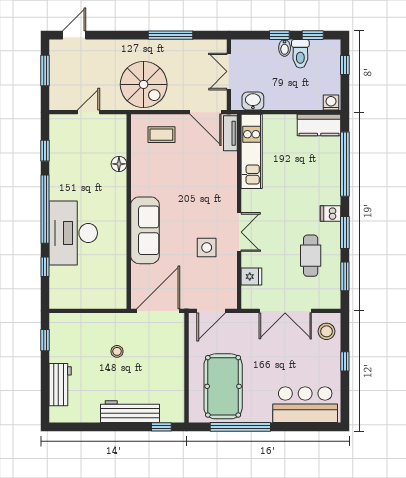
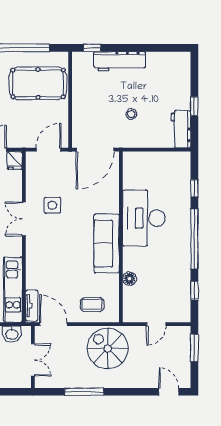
door: (74, 35) -> (169, 392), swing flipped
window: (45, 70) -> (194, 348), moved
sofa: (145, 230) -> (107, 244), moved
desk: (73, 233) -> (144, 218), moved, turned 180
fridge: (251, 277) -> (15, 160), moved, turned -90
window: (45, 340) -> (194, 106), moved
workbench: (60, 385) -> (181, 129), moved
pool table: (223, 386) -> (38, 83), turned 90

